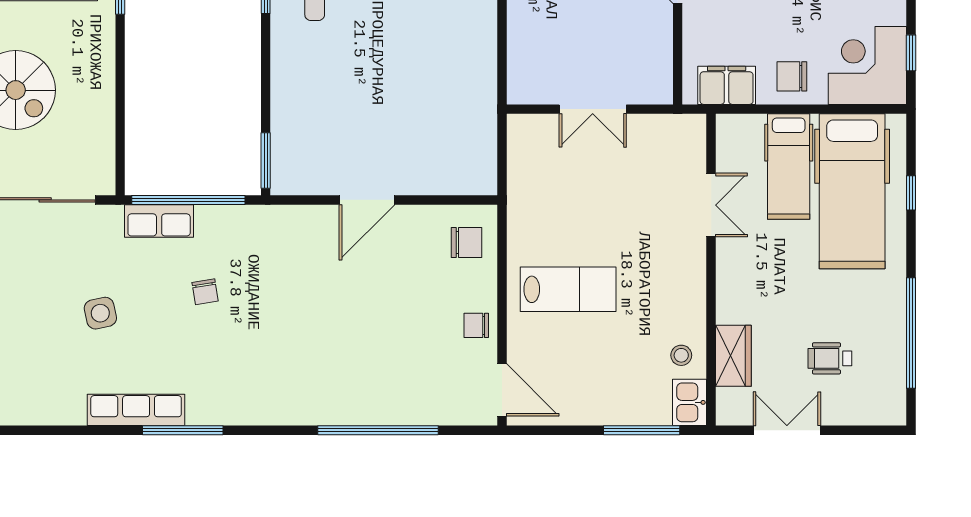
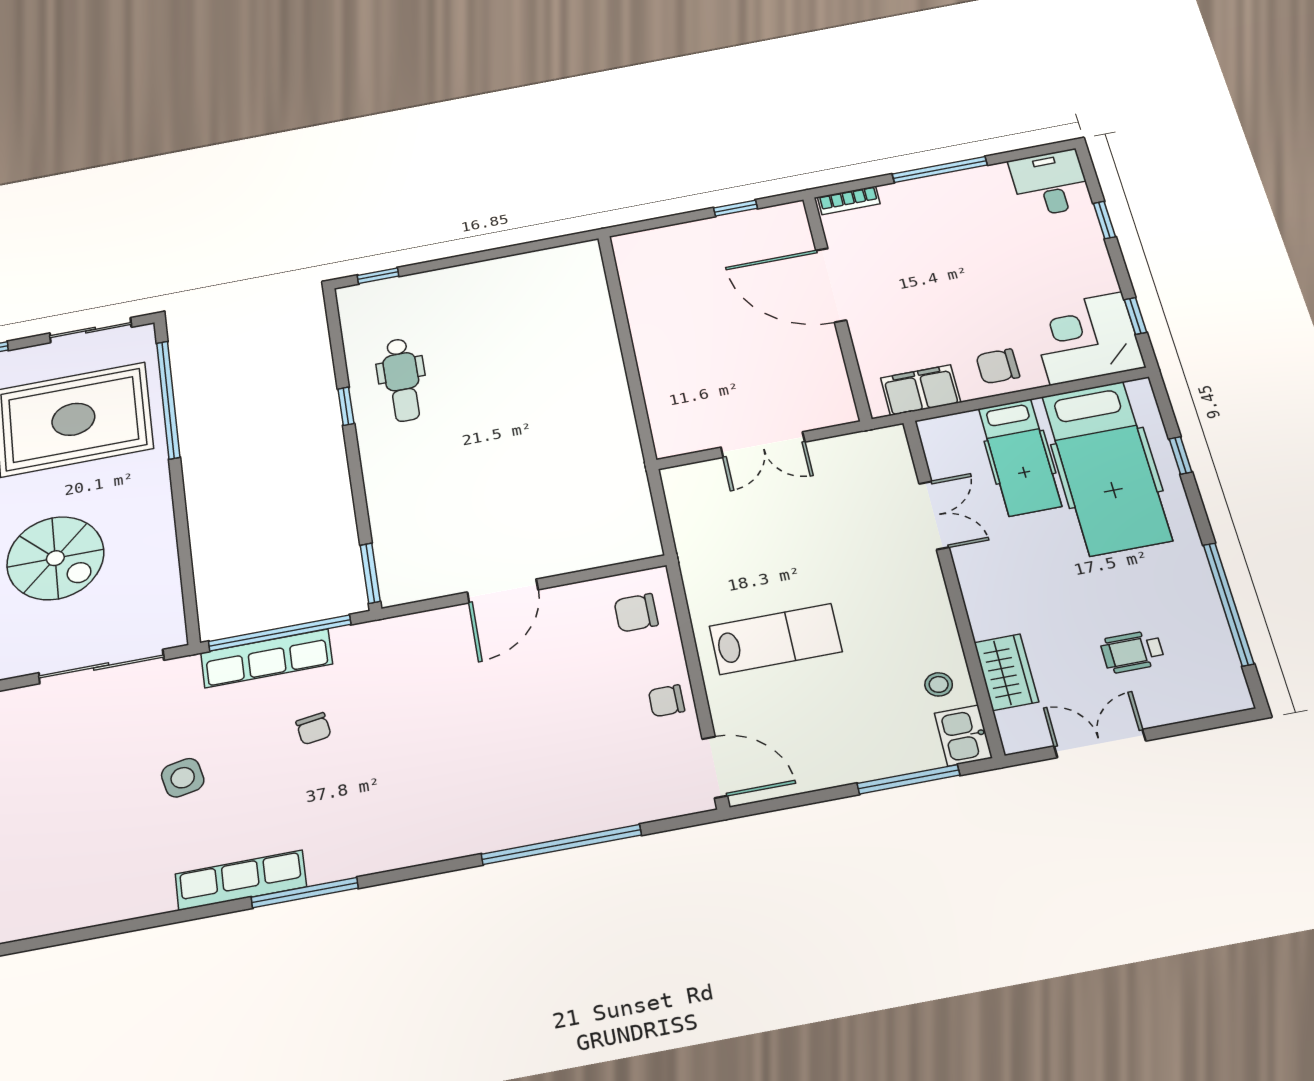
row of seats: (159, 221) -> (266, 658), width x1.48
chair: (467, 243) -> (636, 613), turned 180

